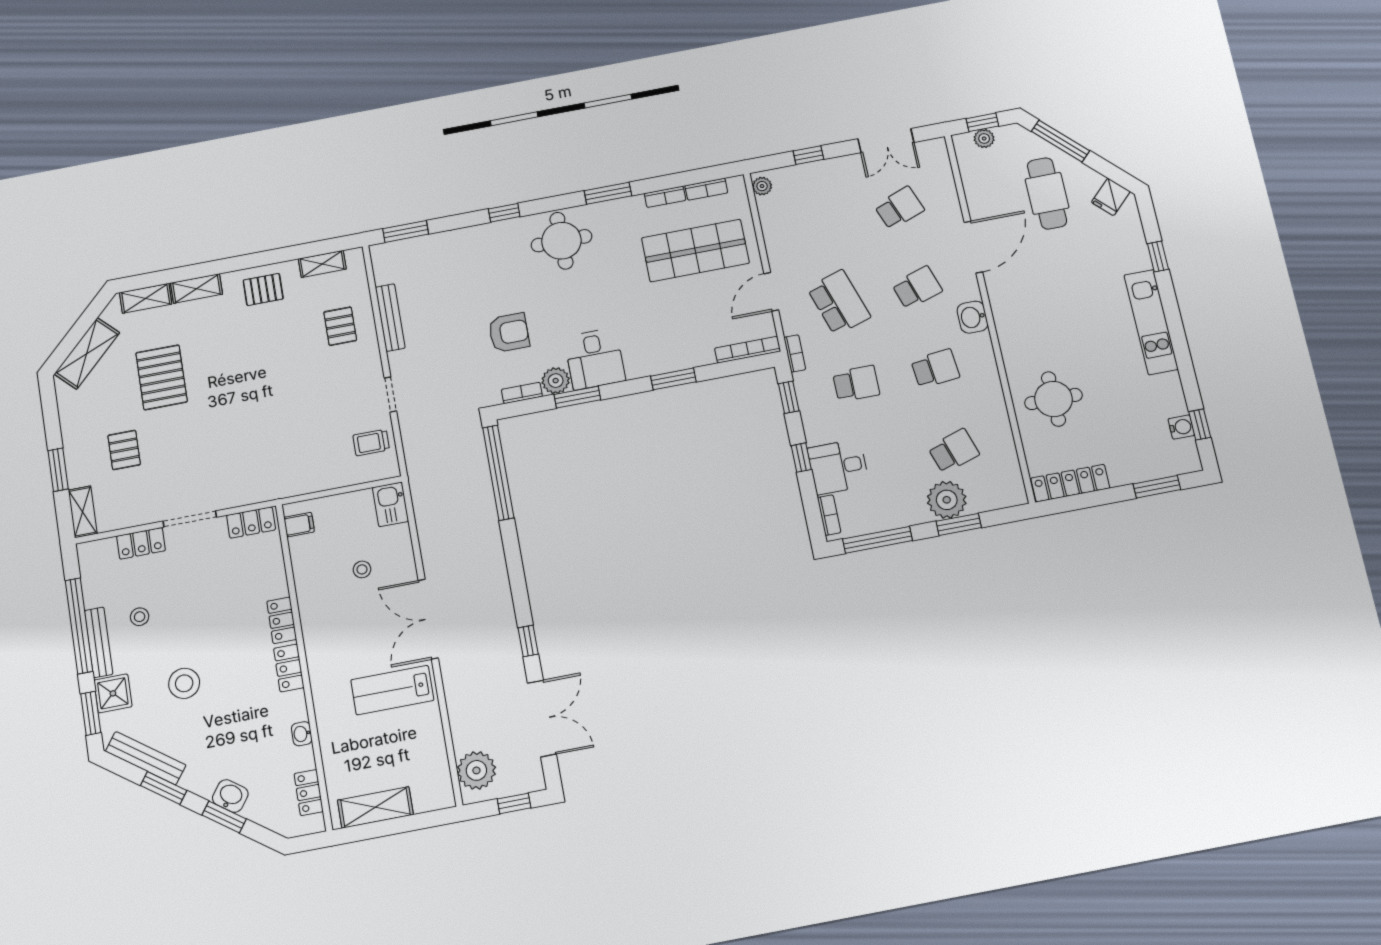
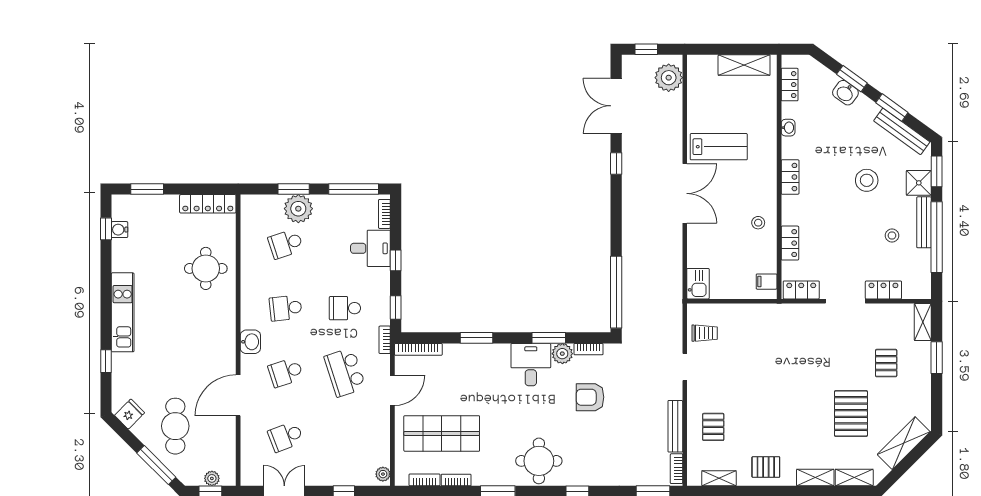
bookcase: (380, 265) -> (676, 469), added
stool: (362, 569) -> (758, 223), moved
locker: (282, 620) -> (790, 243), moved

